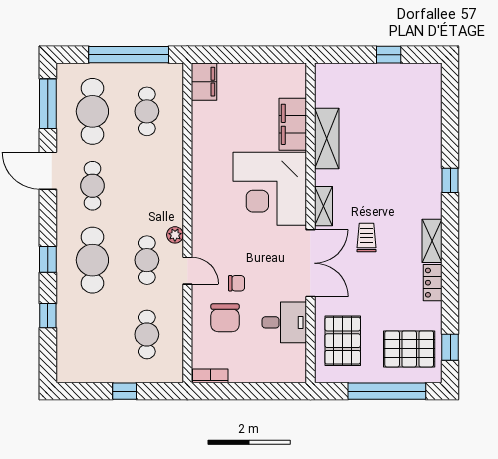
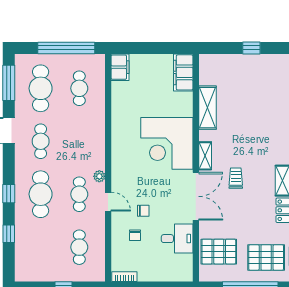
filing cabinet: (293, 124) -> (183, 72), moved
chair: (225, 318) -> (135, 235), width x0.54, depth x0.54
pallet: (343, 341) -> (219, 252), turned 90

